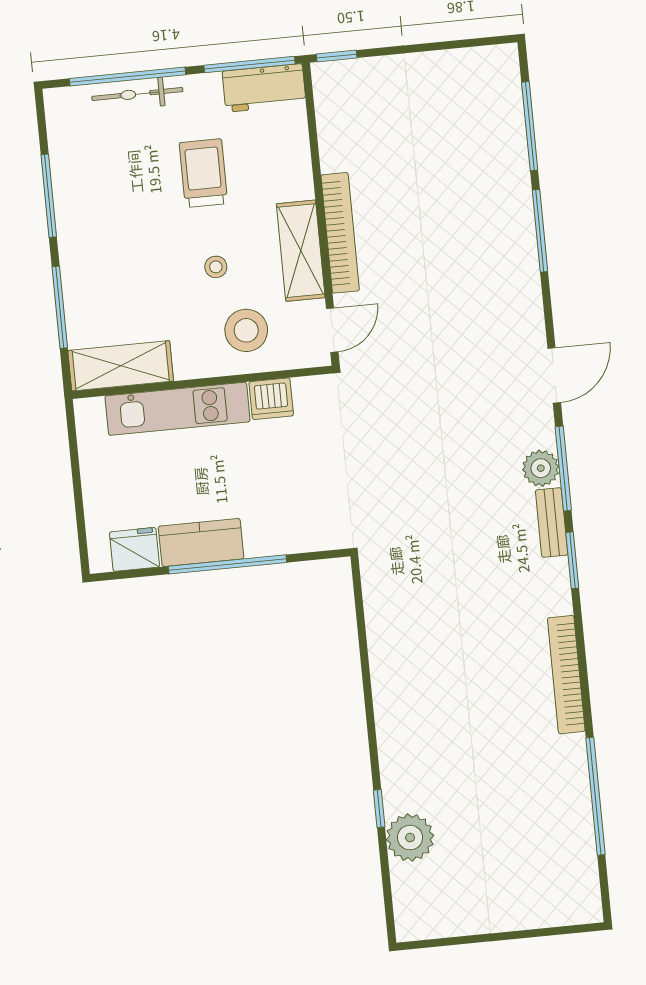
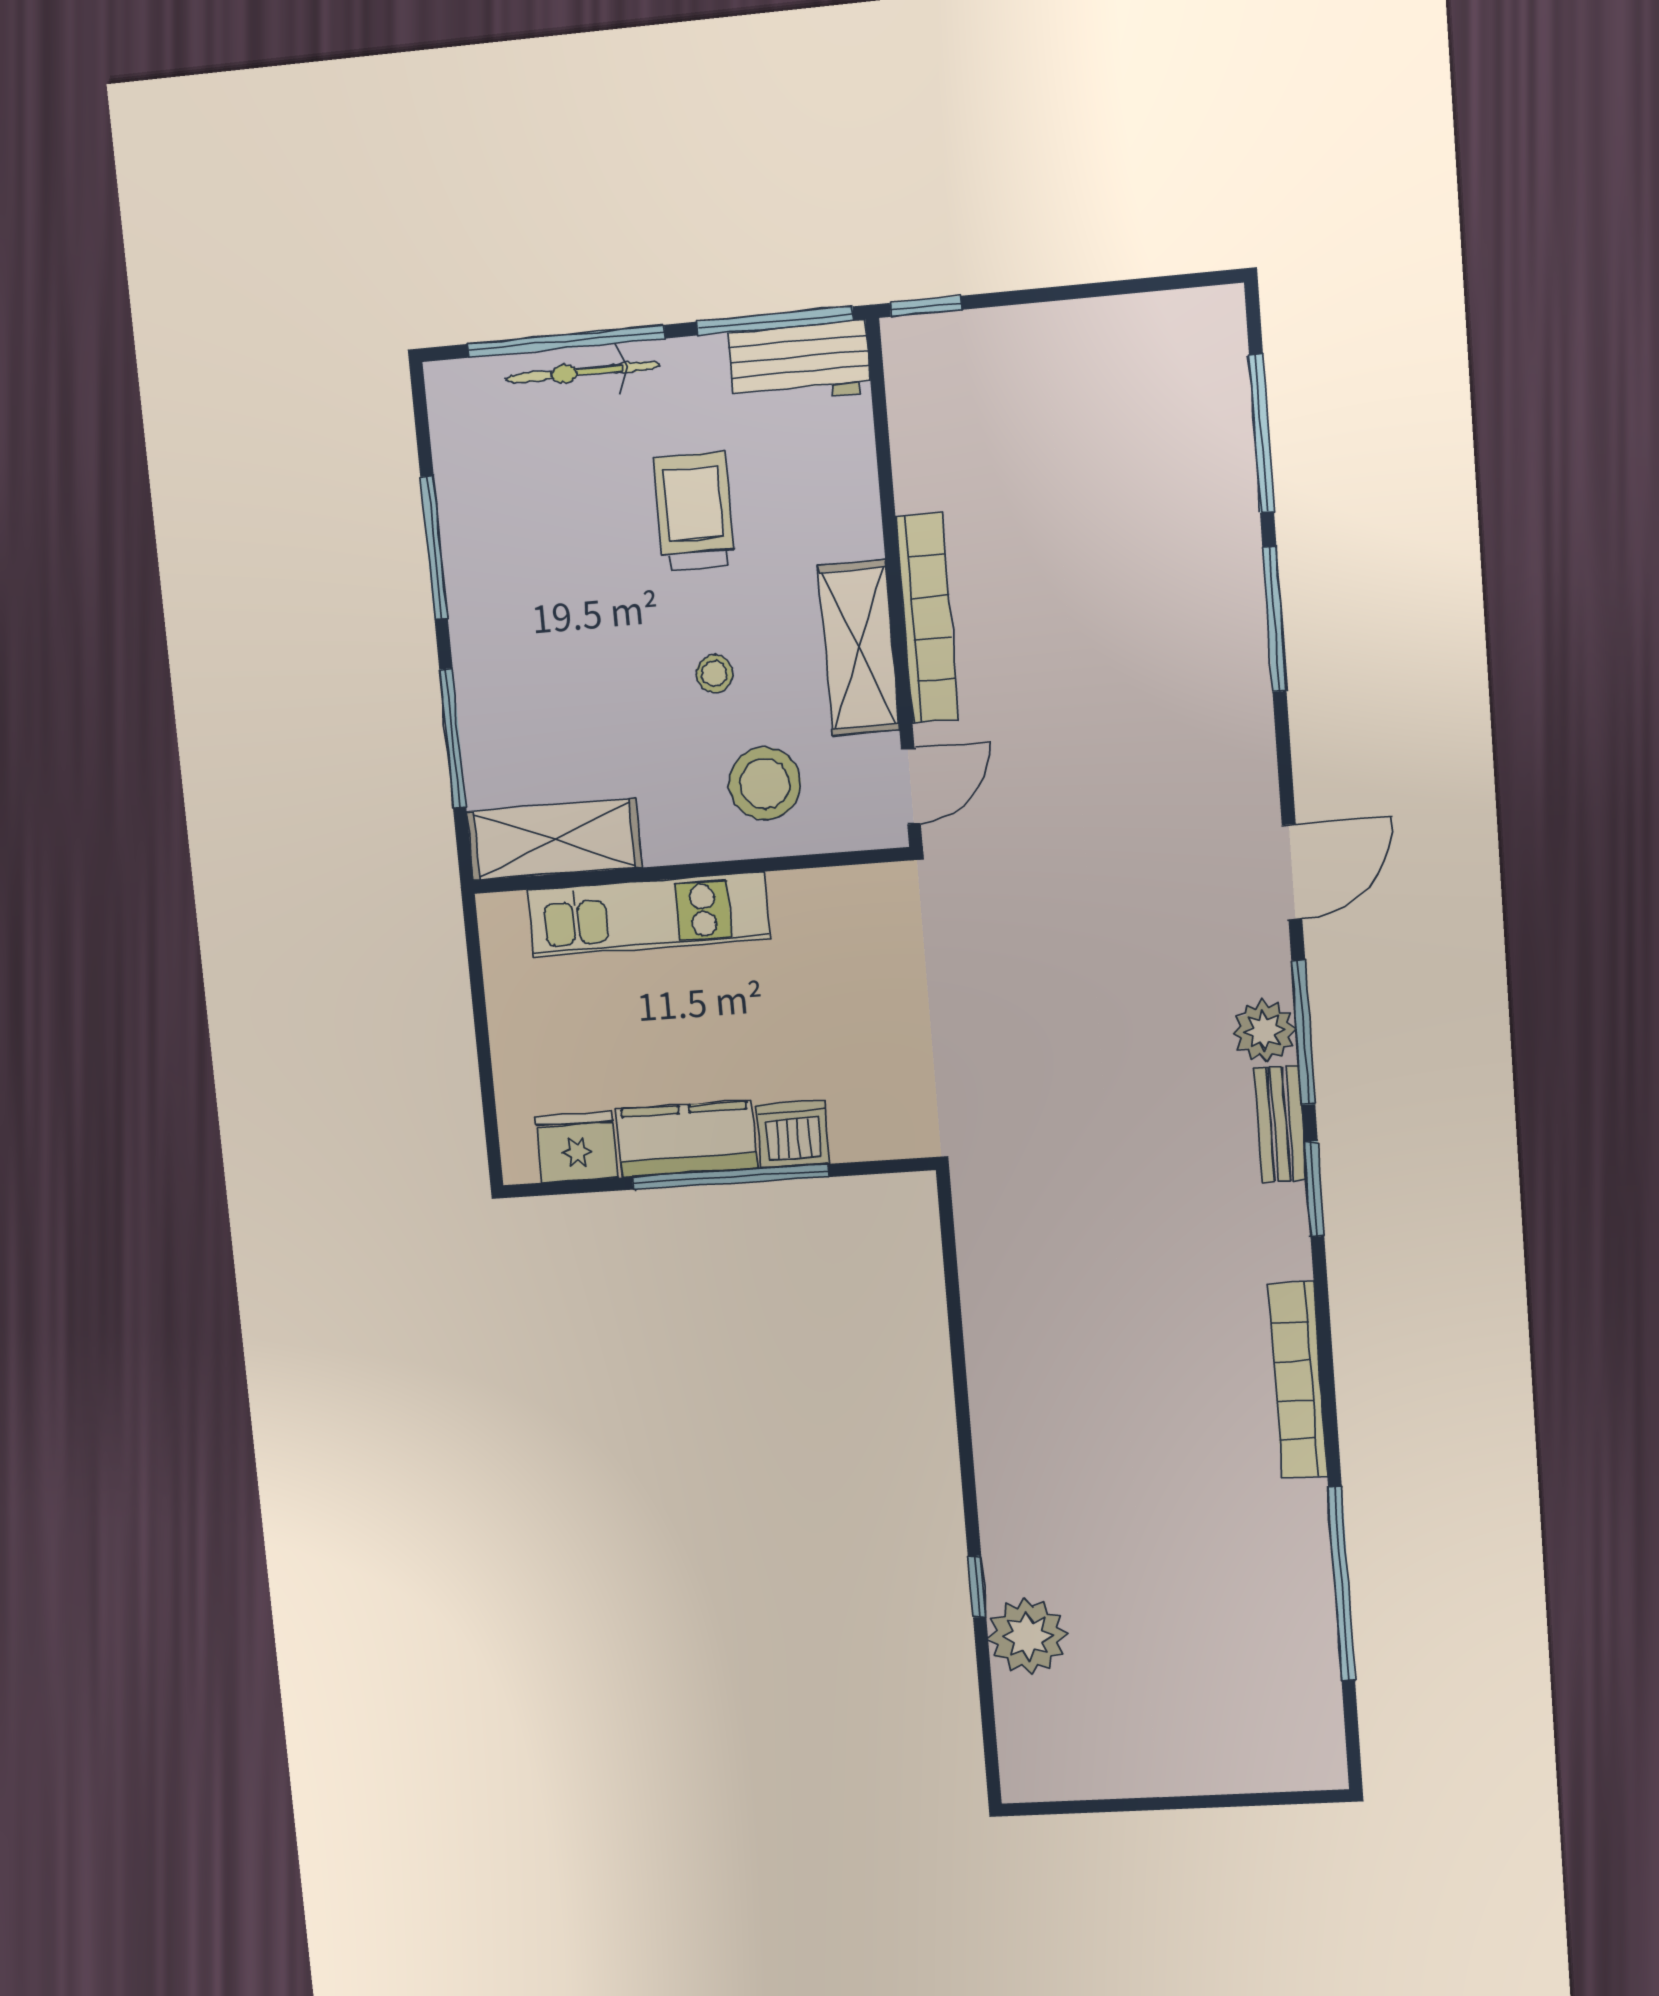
dishwasher: (271, 399) -> (793, 1134), moved, turned 180

